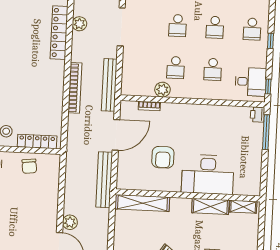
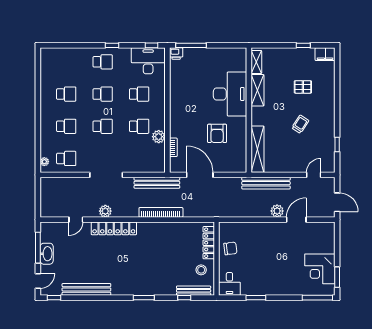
desk: (251, 82) -> (148, 61), width x1.37
armchair: (163, 157) -> (217, 133), turned 90
bench: (104, 180) -> (266, 183), moved

